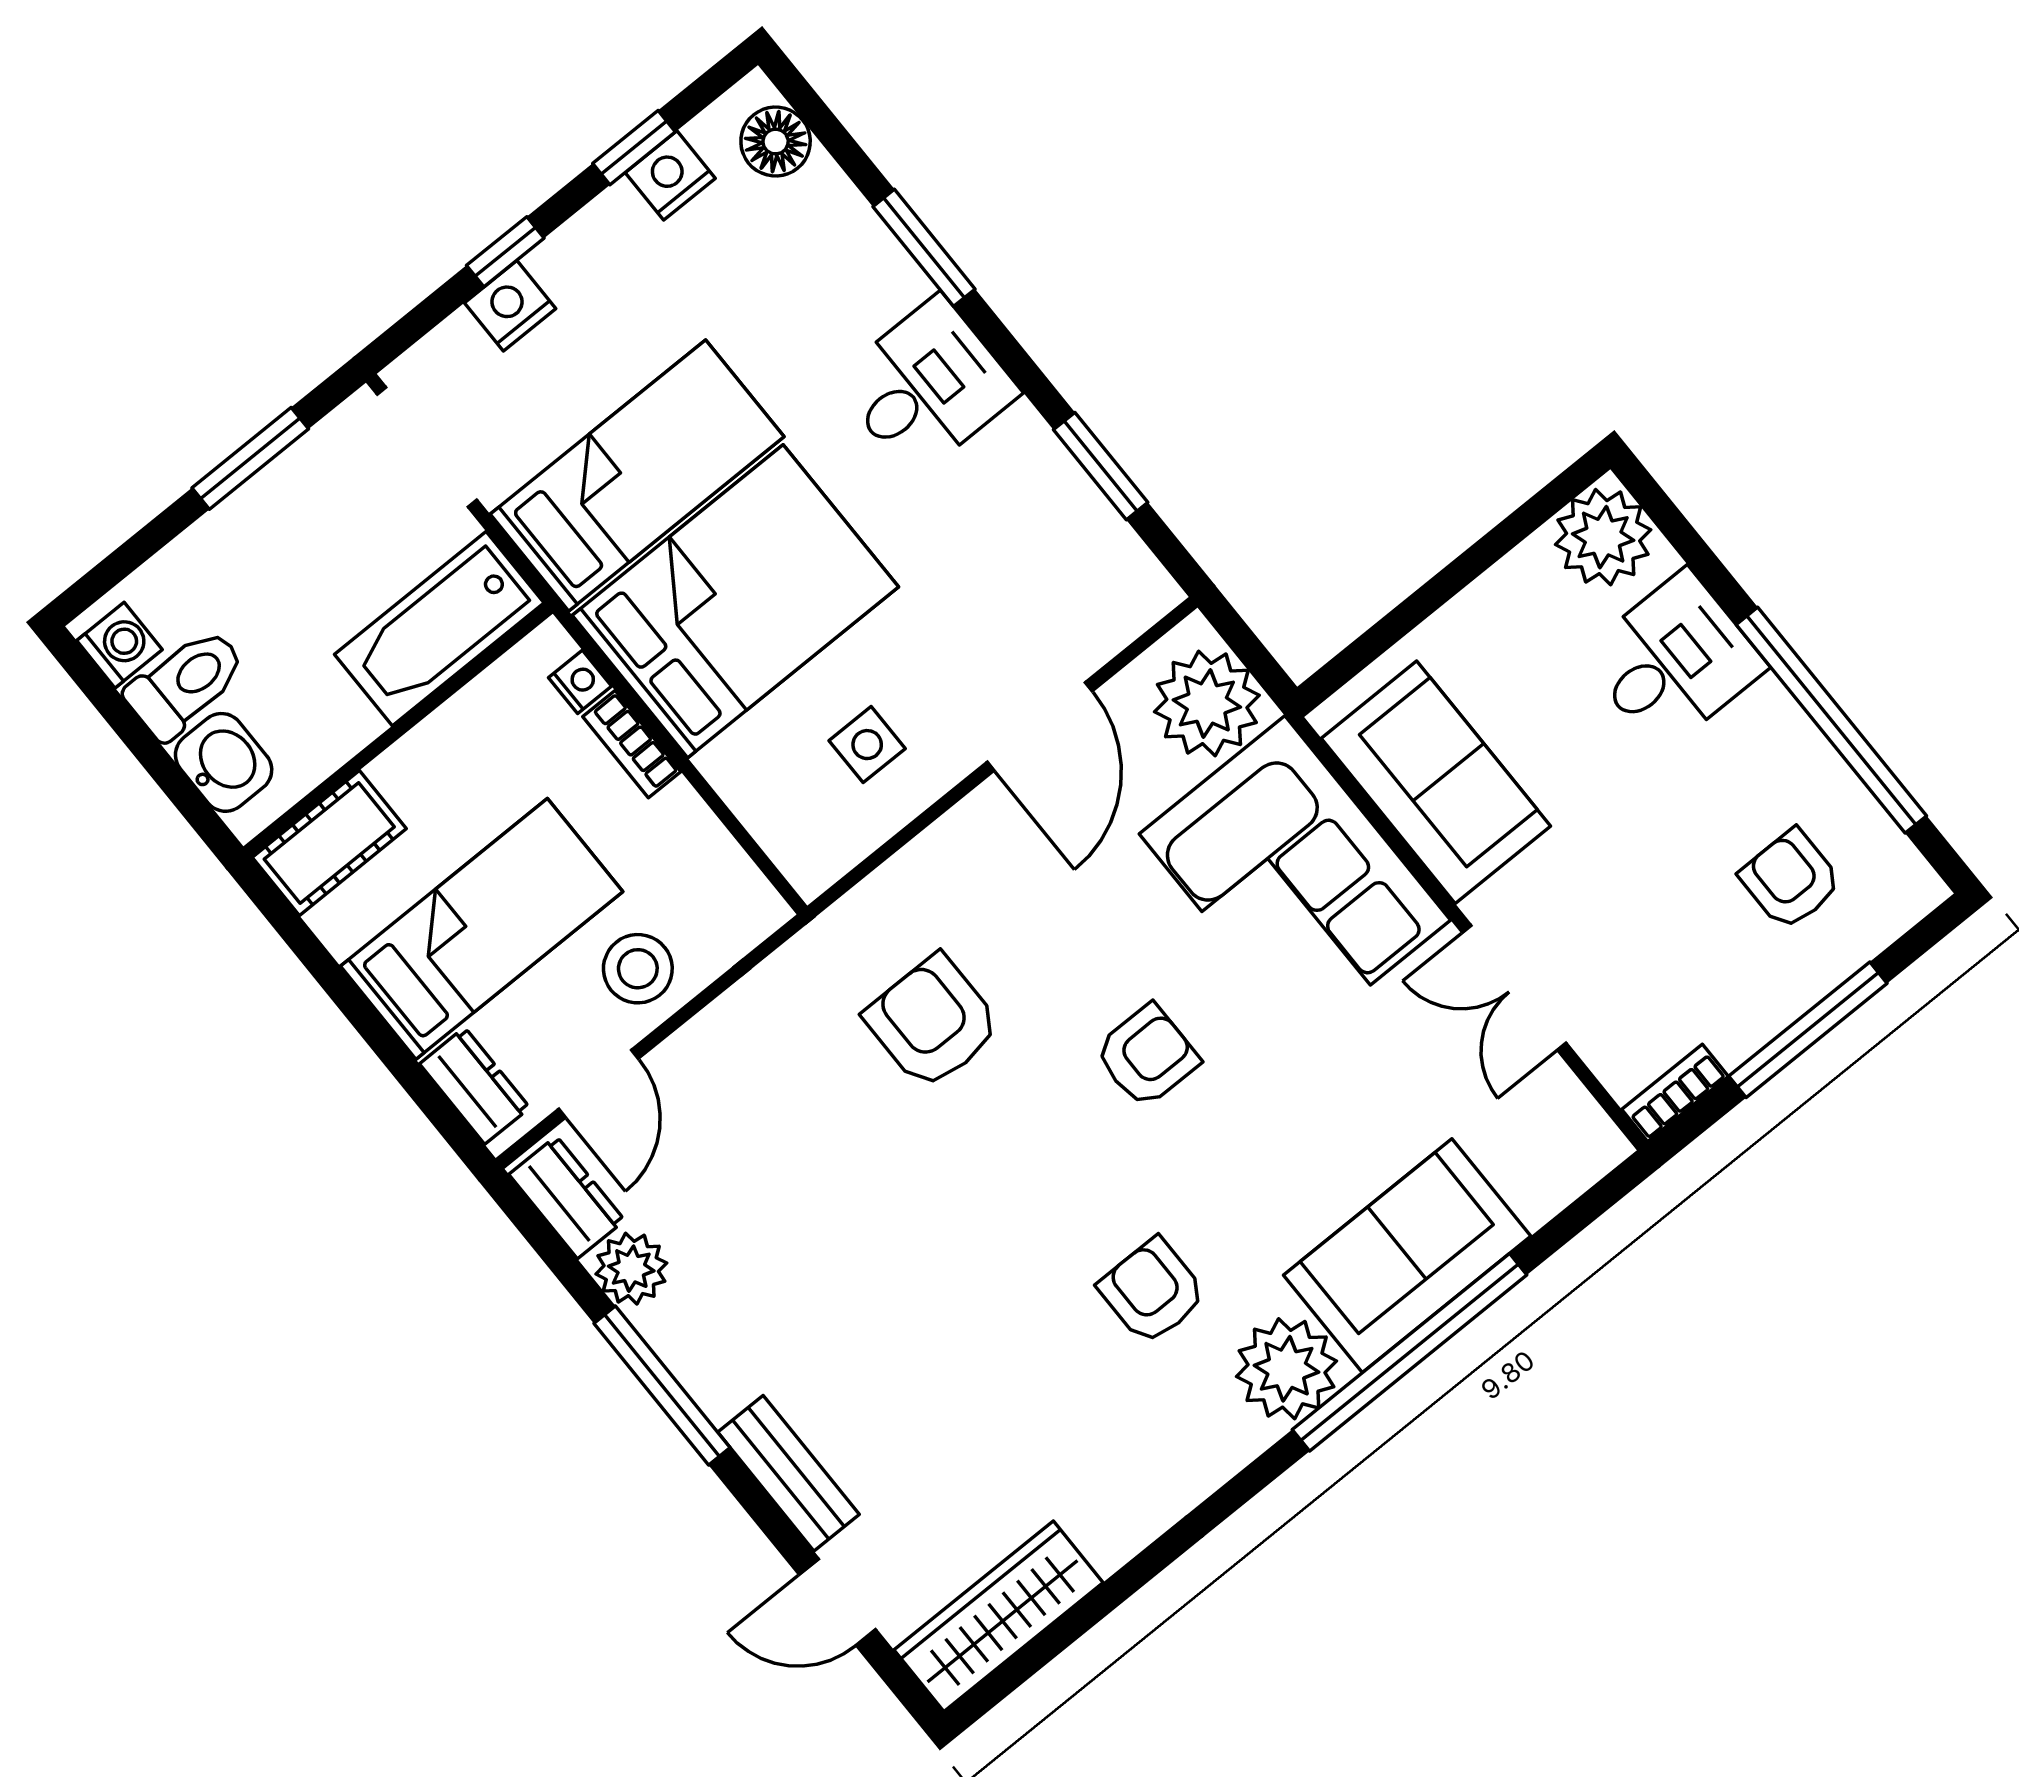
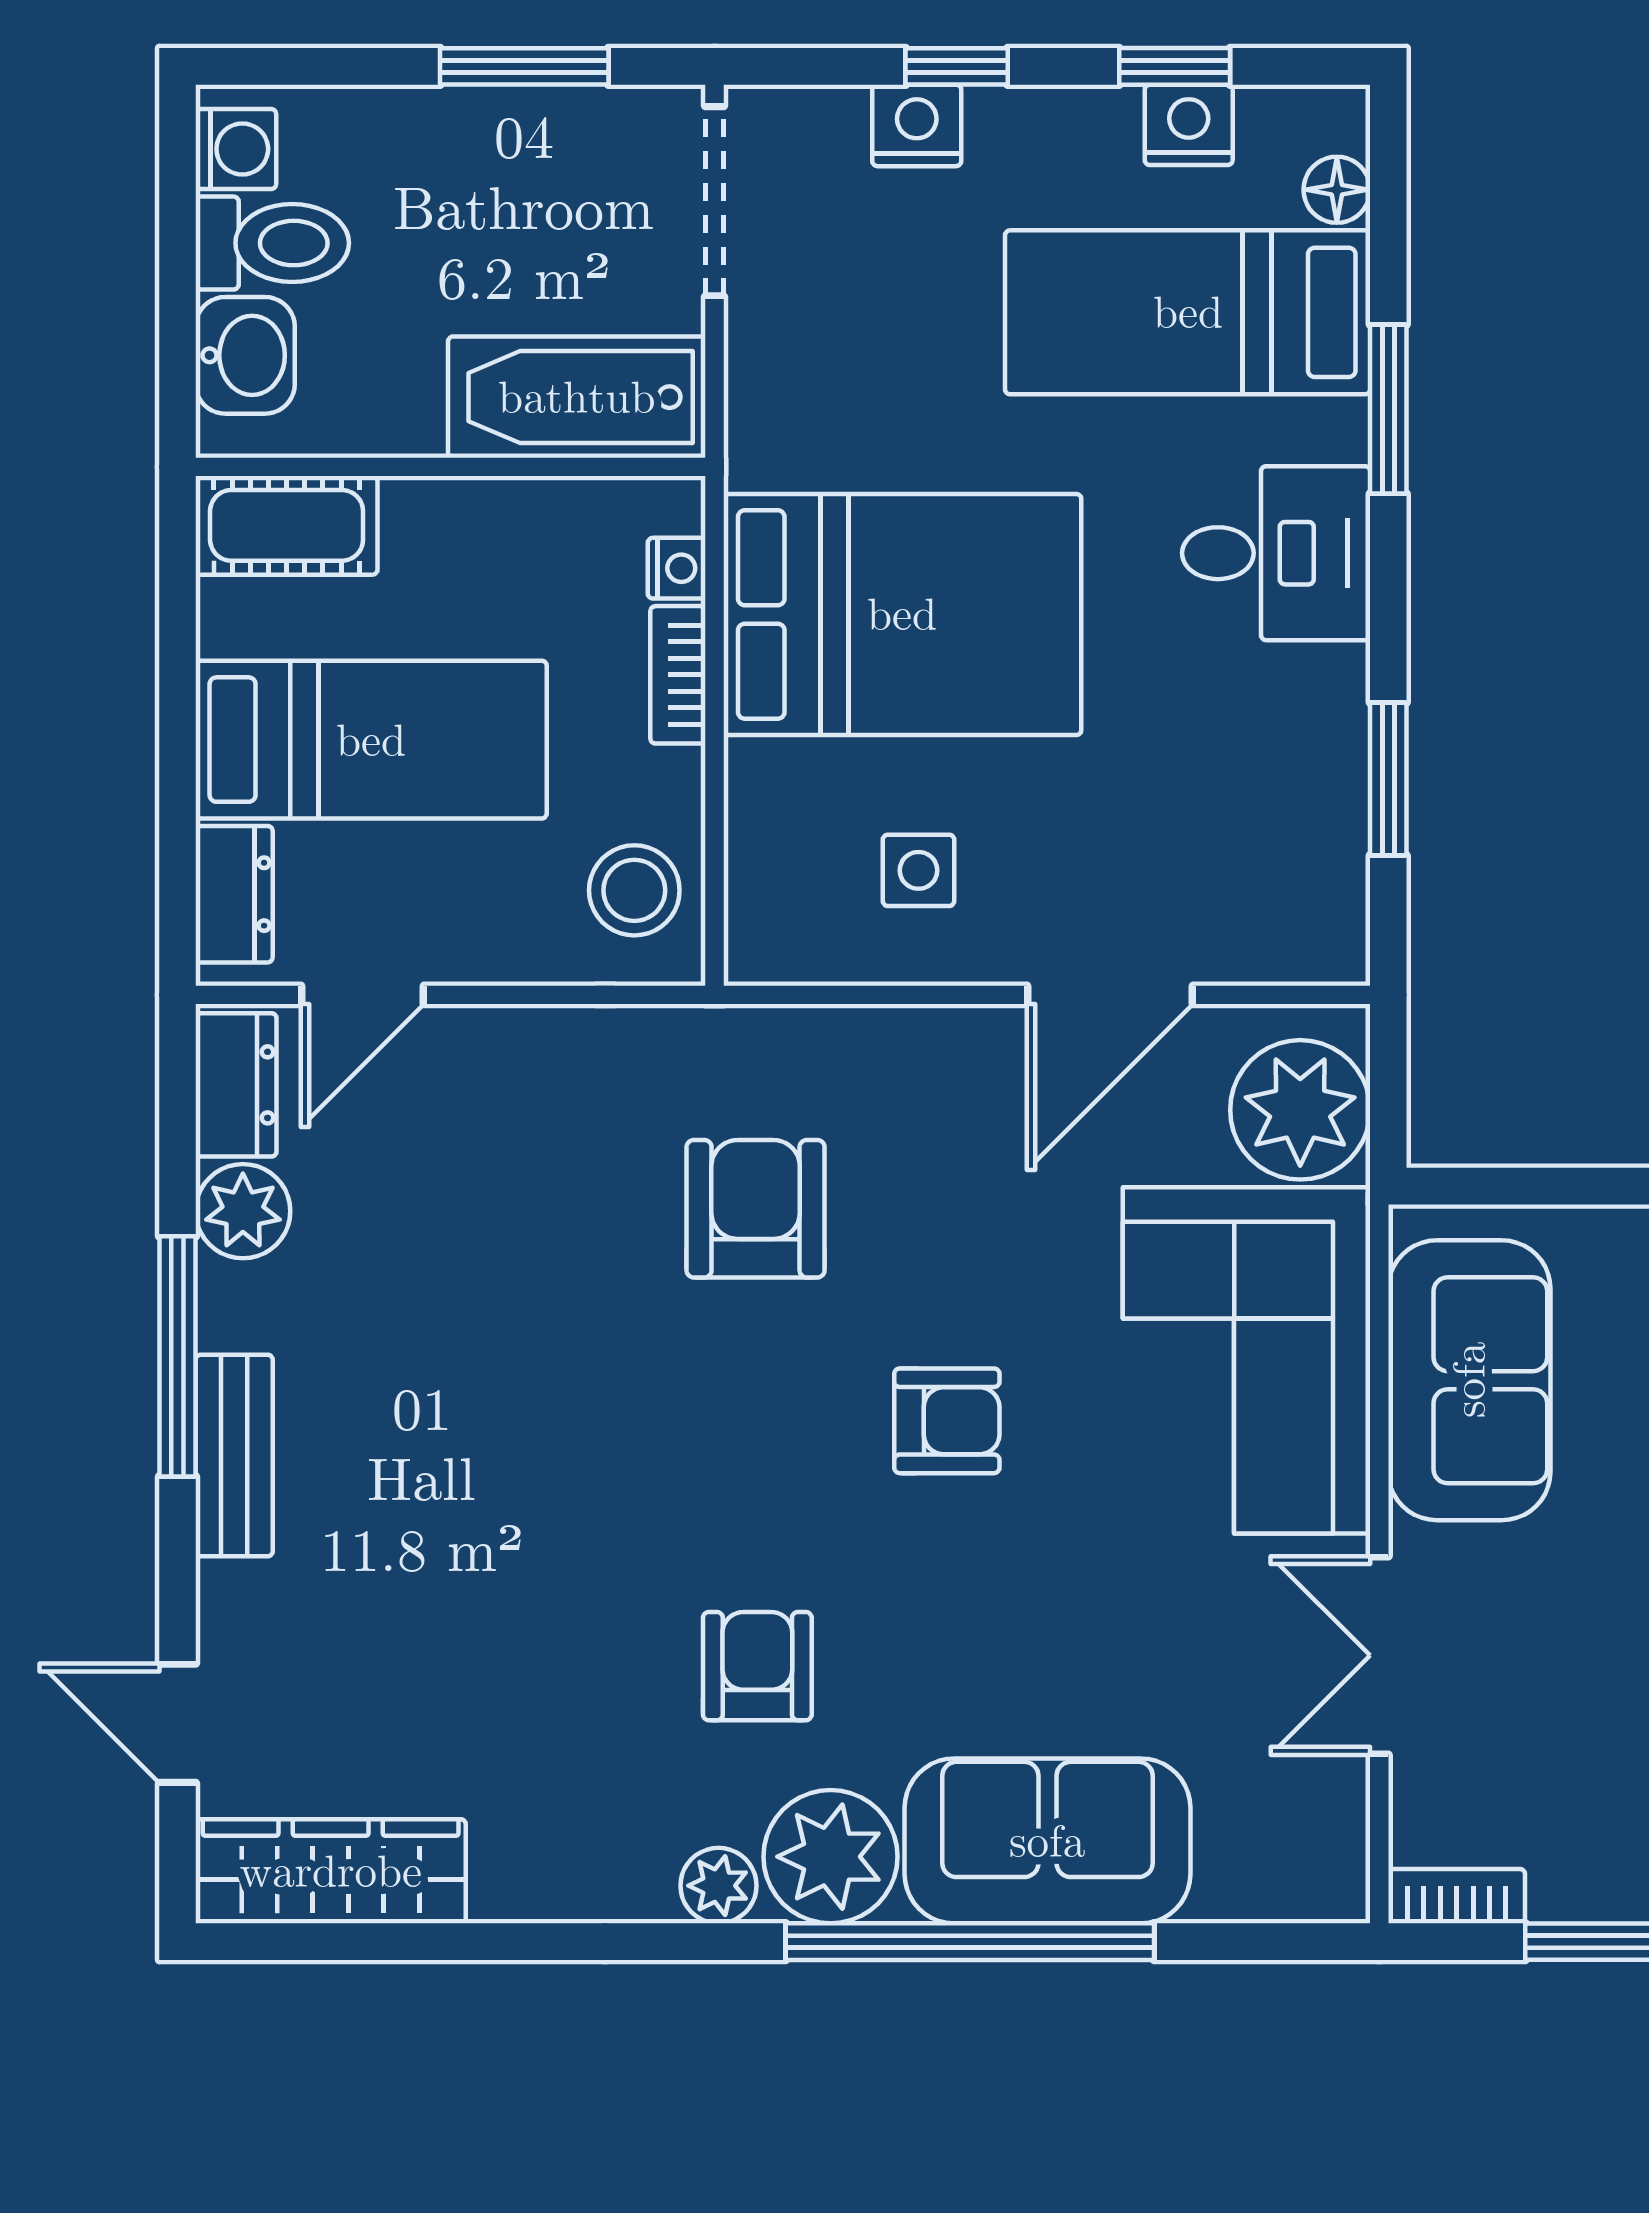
floor lamp: (776, 142) -> (1337, 190), width x0.73, depth x0.73
bed: (637, 475) -> (1188, 312), moved, turned 180
stool: (638, 969) -> (634, 890), moved
plant: (1234, 1439) -> (718, 1886), added
bench: (788, 1473) -> (234, 1456), moved

